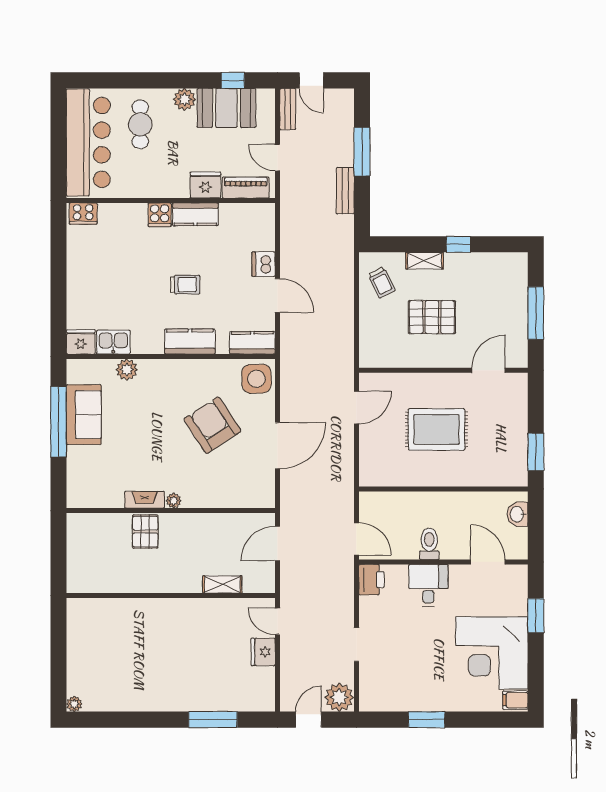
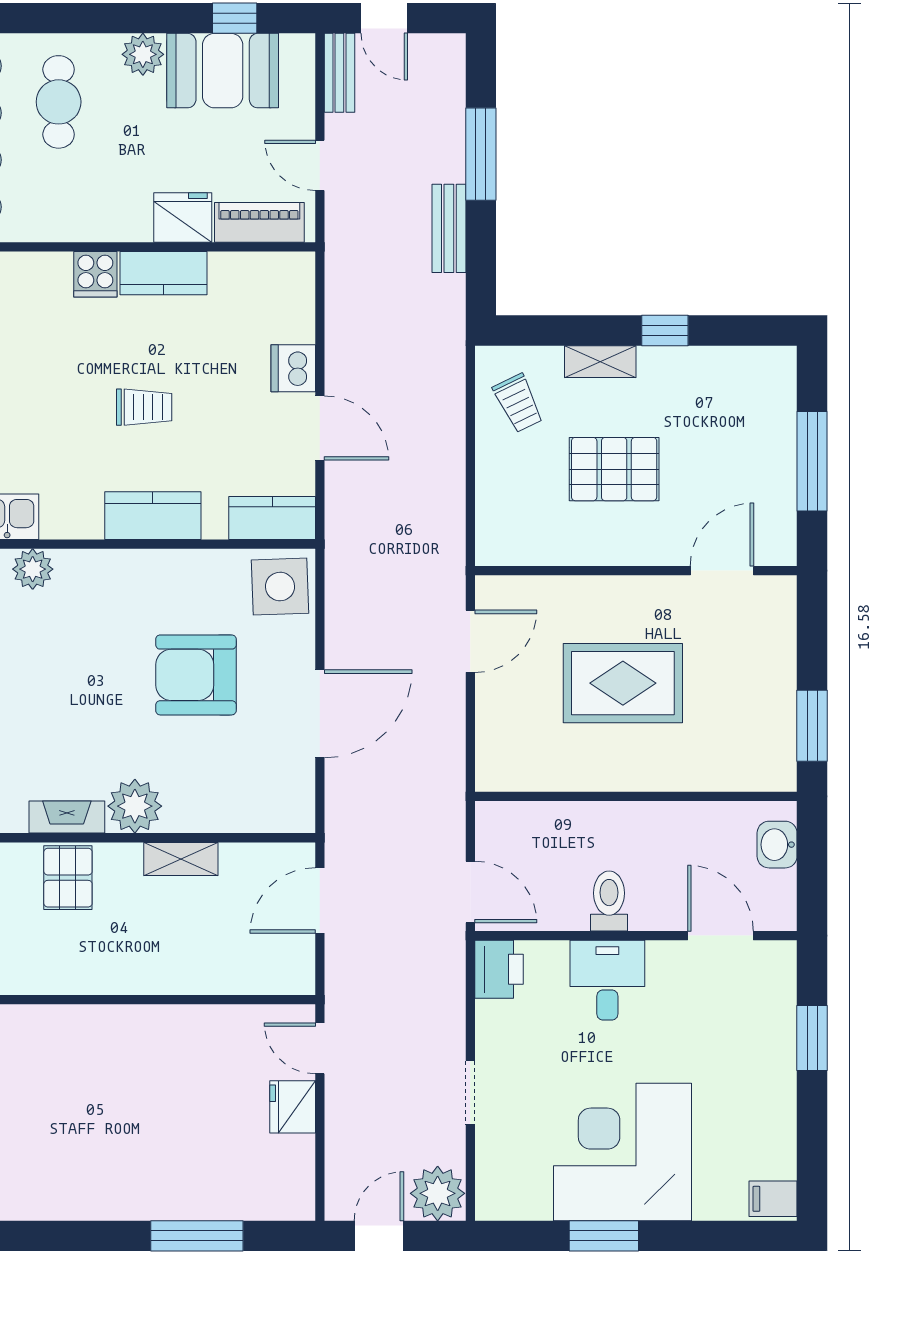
armchair: (212, 425) -> (196, 675), turned -57
plant: (174, 501) -> (135, 806), width x1.88, depth x1.88
shelving: (222, 584) -> (181, 859), moved
corner desk: (492, 653) -> (622, 1152), moved, turned 90

